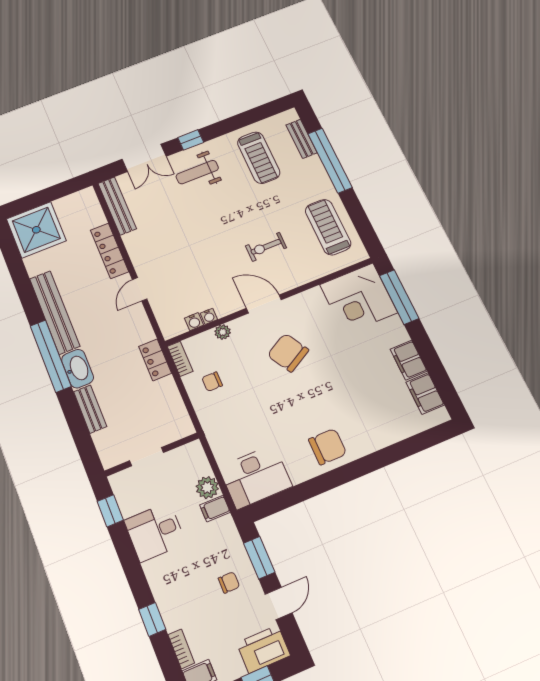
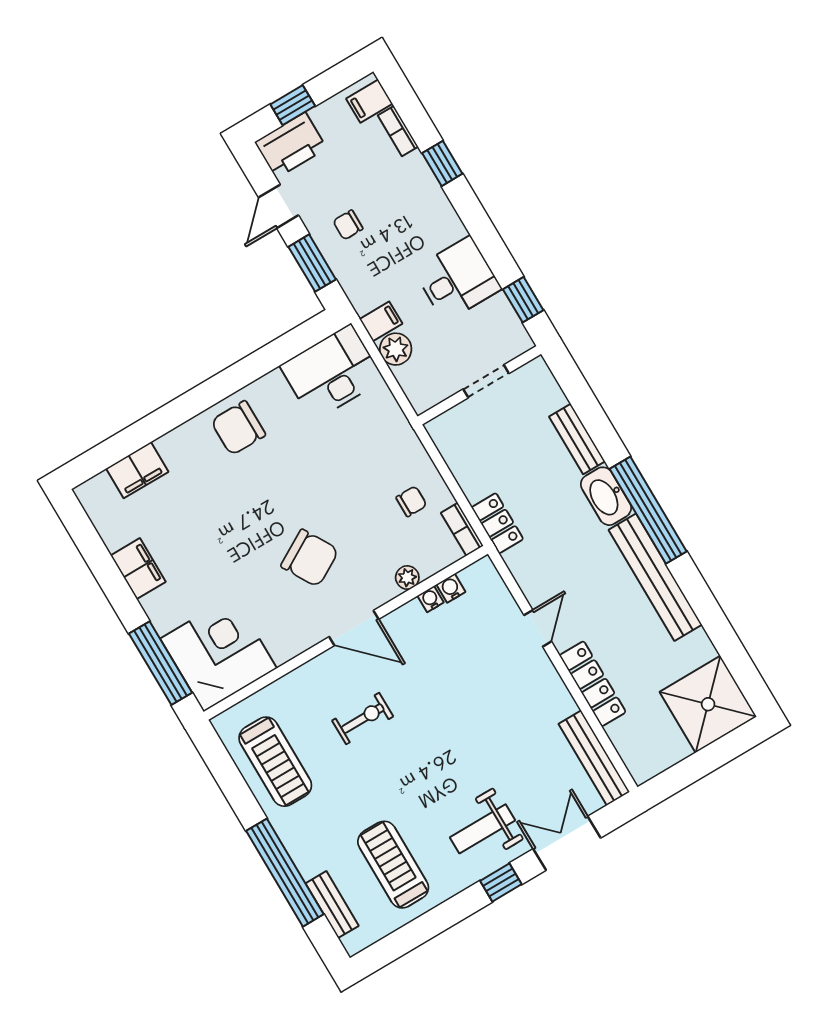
weight bench: (197, 172) -> (483, 829), turned 180
filing cabinet: (425, 394) -> (137, 470), moved, turned 90

